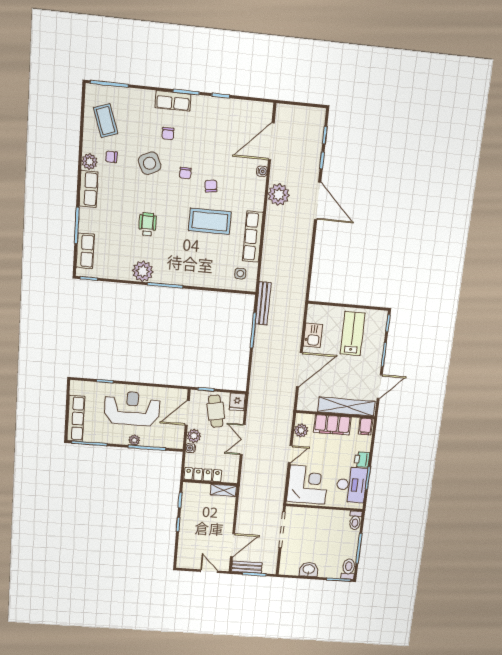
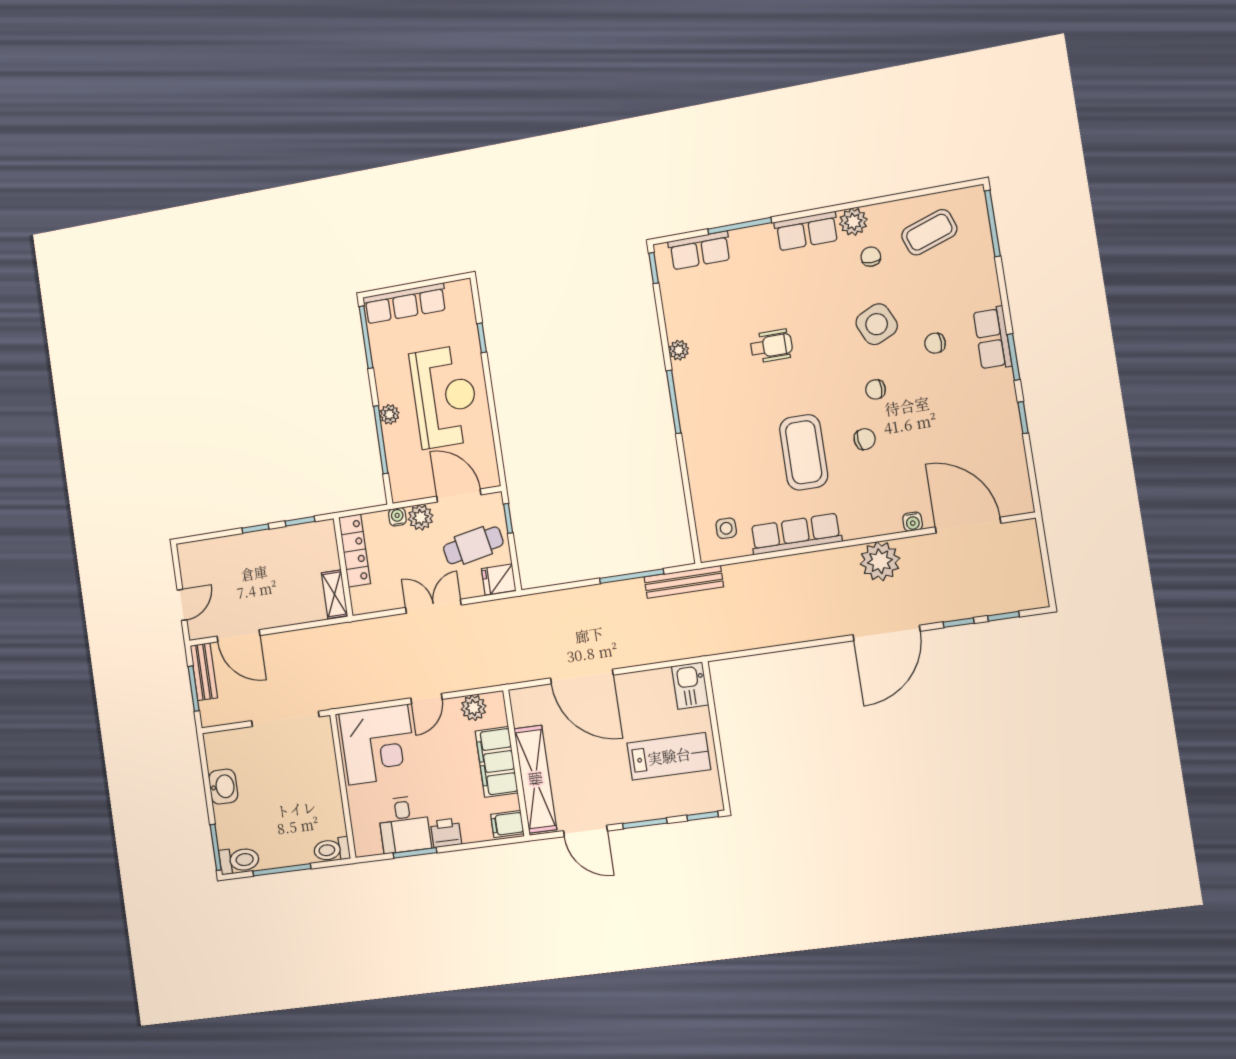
plant: (143, 271) -> (679, 350), width x0.53, depth x0.53
kitchen sink: (313, 335) -> (690, 686), moved, turned 90
door: (290, 454) -> (426, 699), hinge flipped
desk: (351, 485) -> (404, 824), width x0.73

